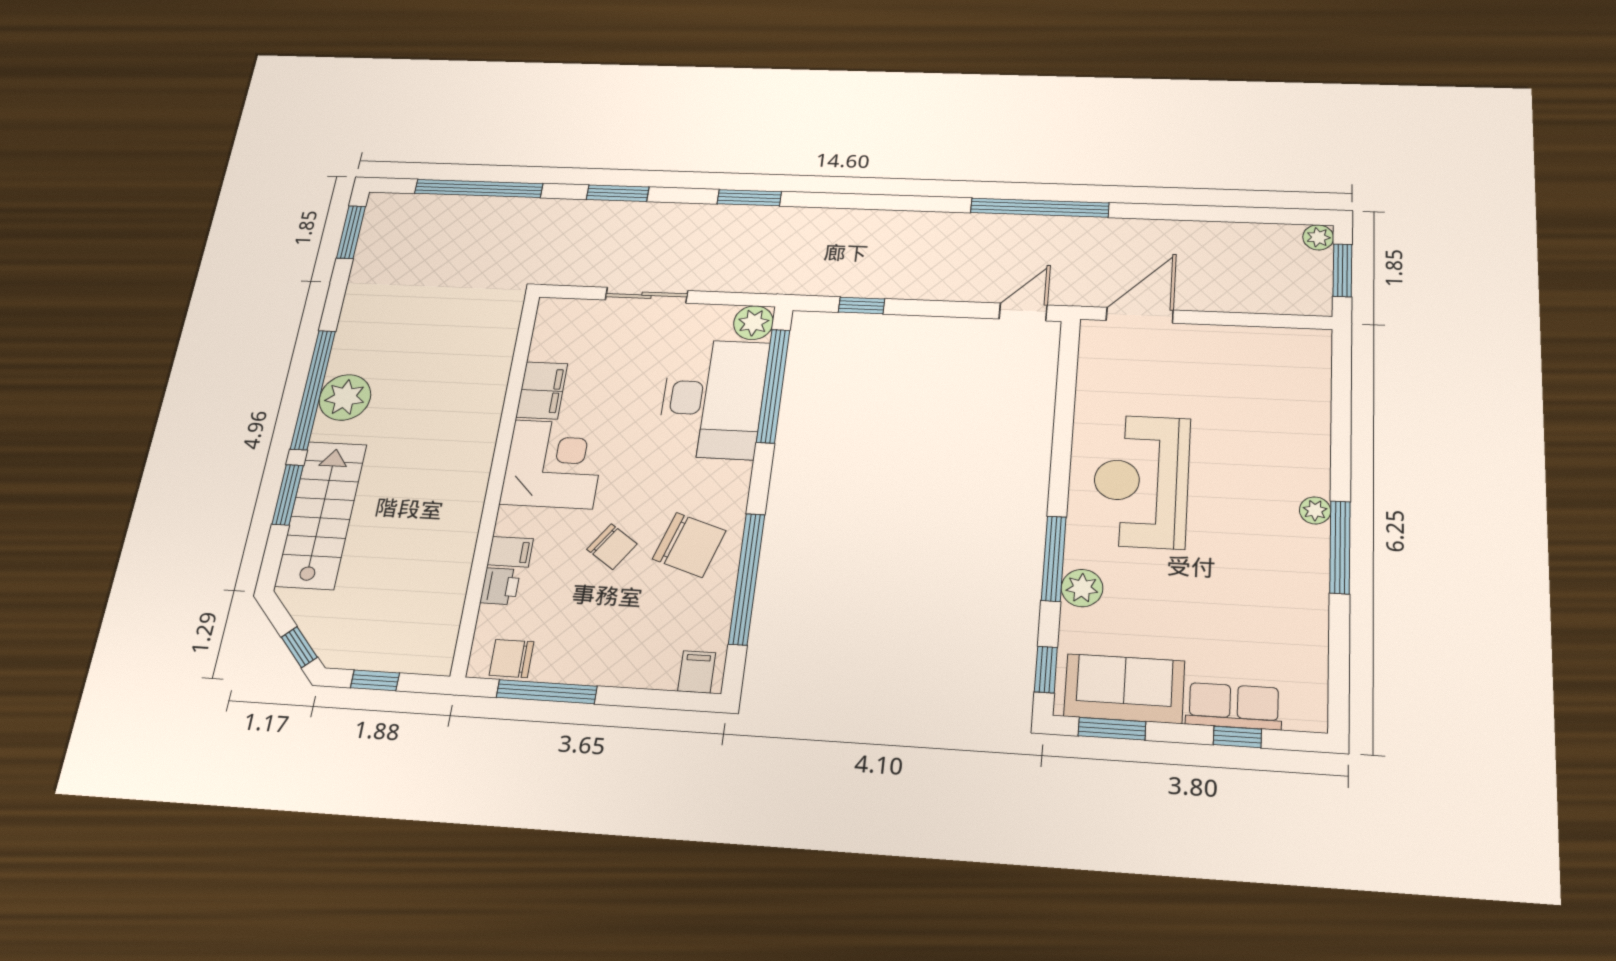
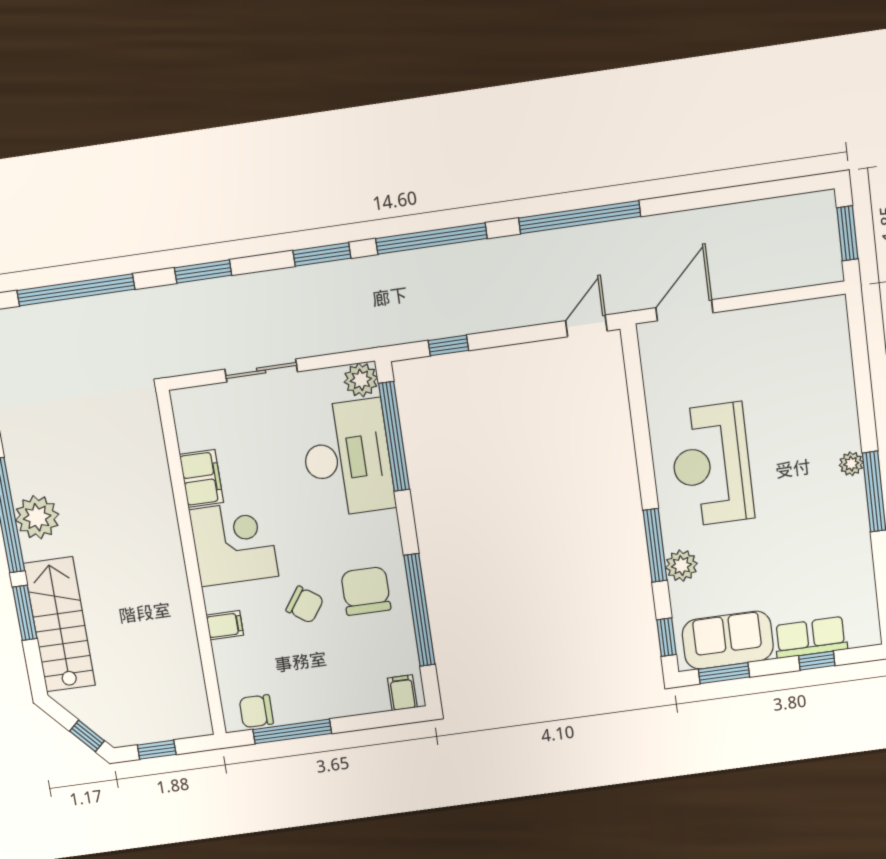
window: (872, 202) -> (431, 239), added
plant: (1318, 237) -> (823, 203), removed
chair: (689, 545) -> (366, 591), turned -108
printer: (500, 586) -> (227, 655), removed

